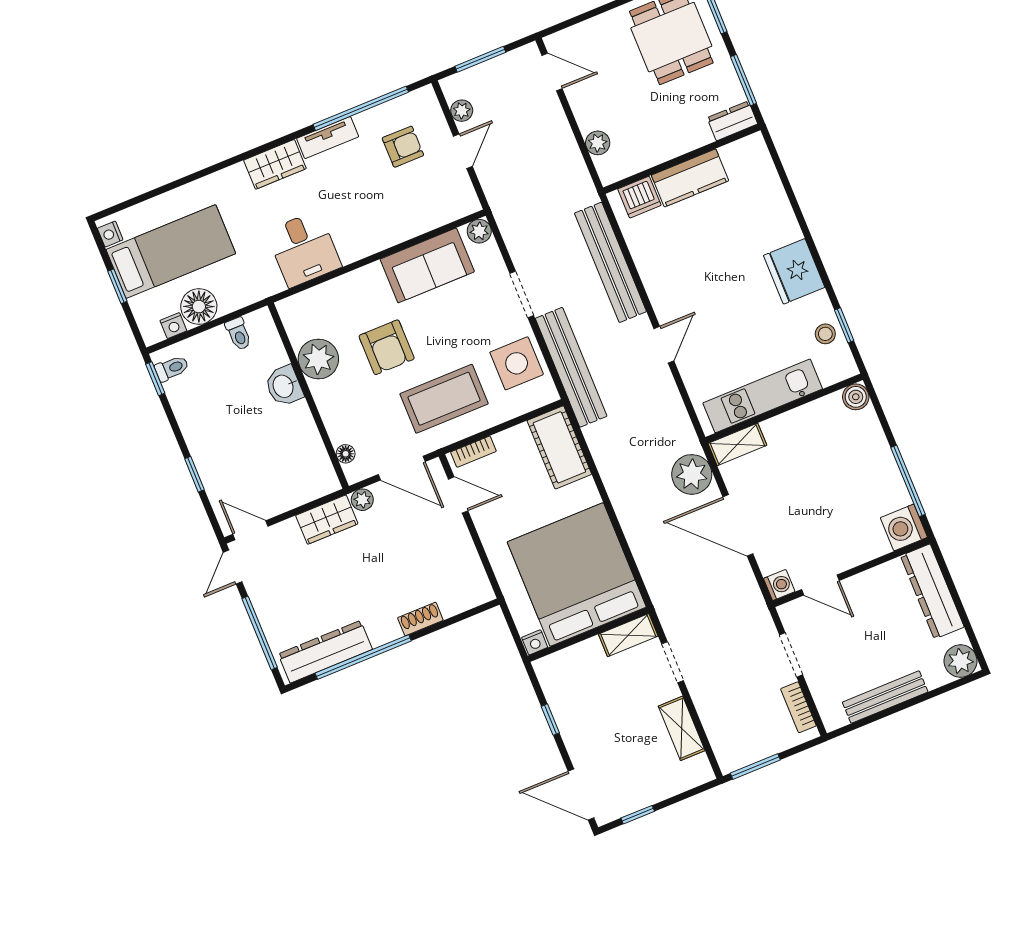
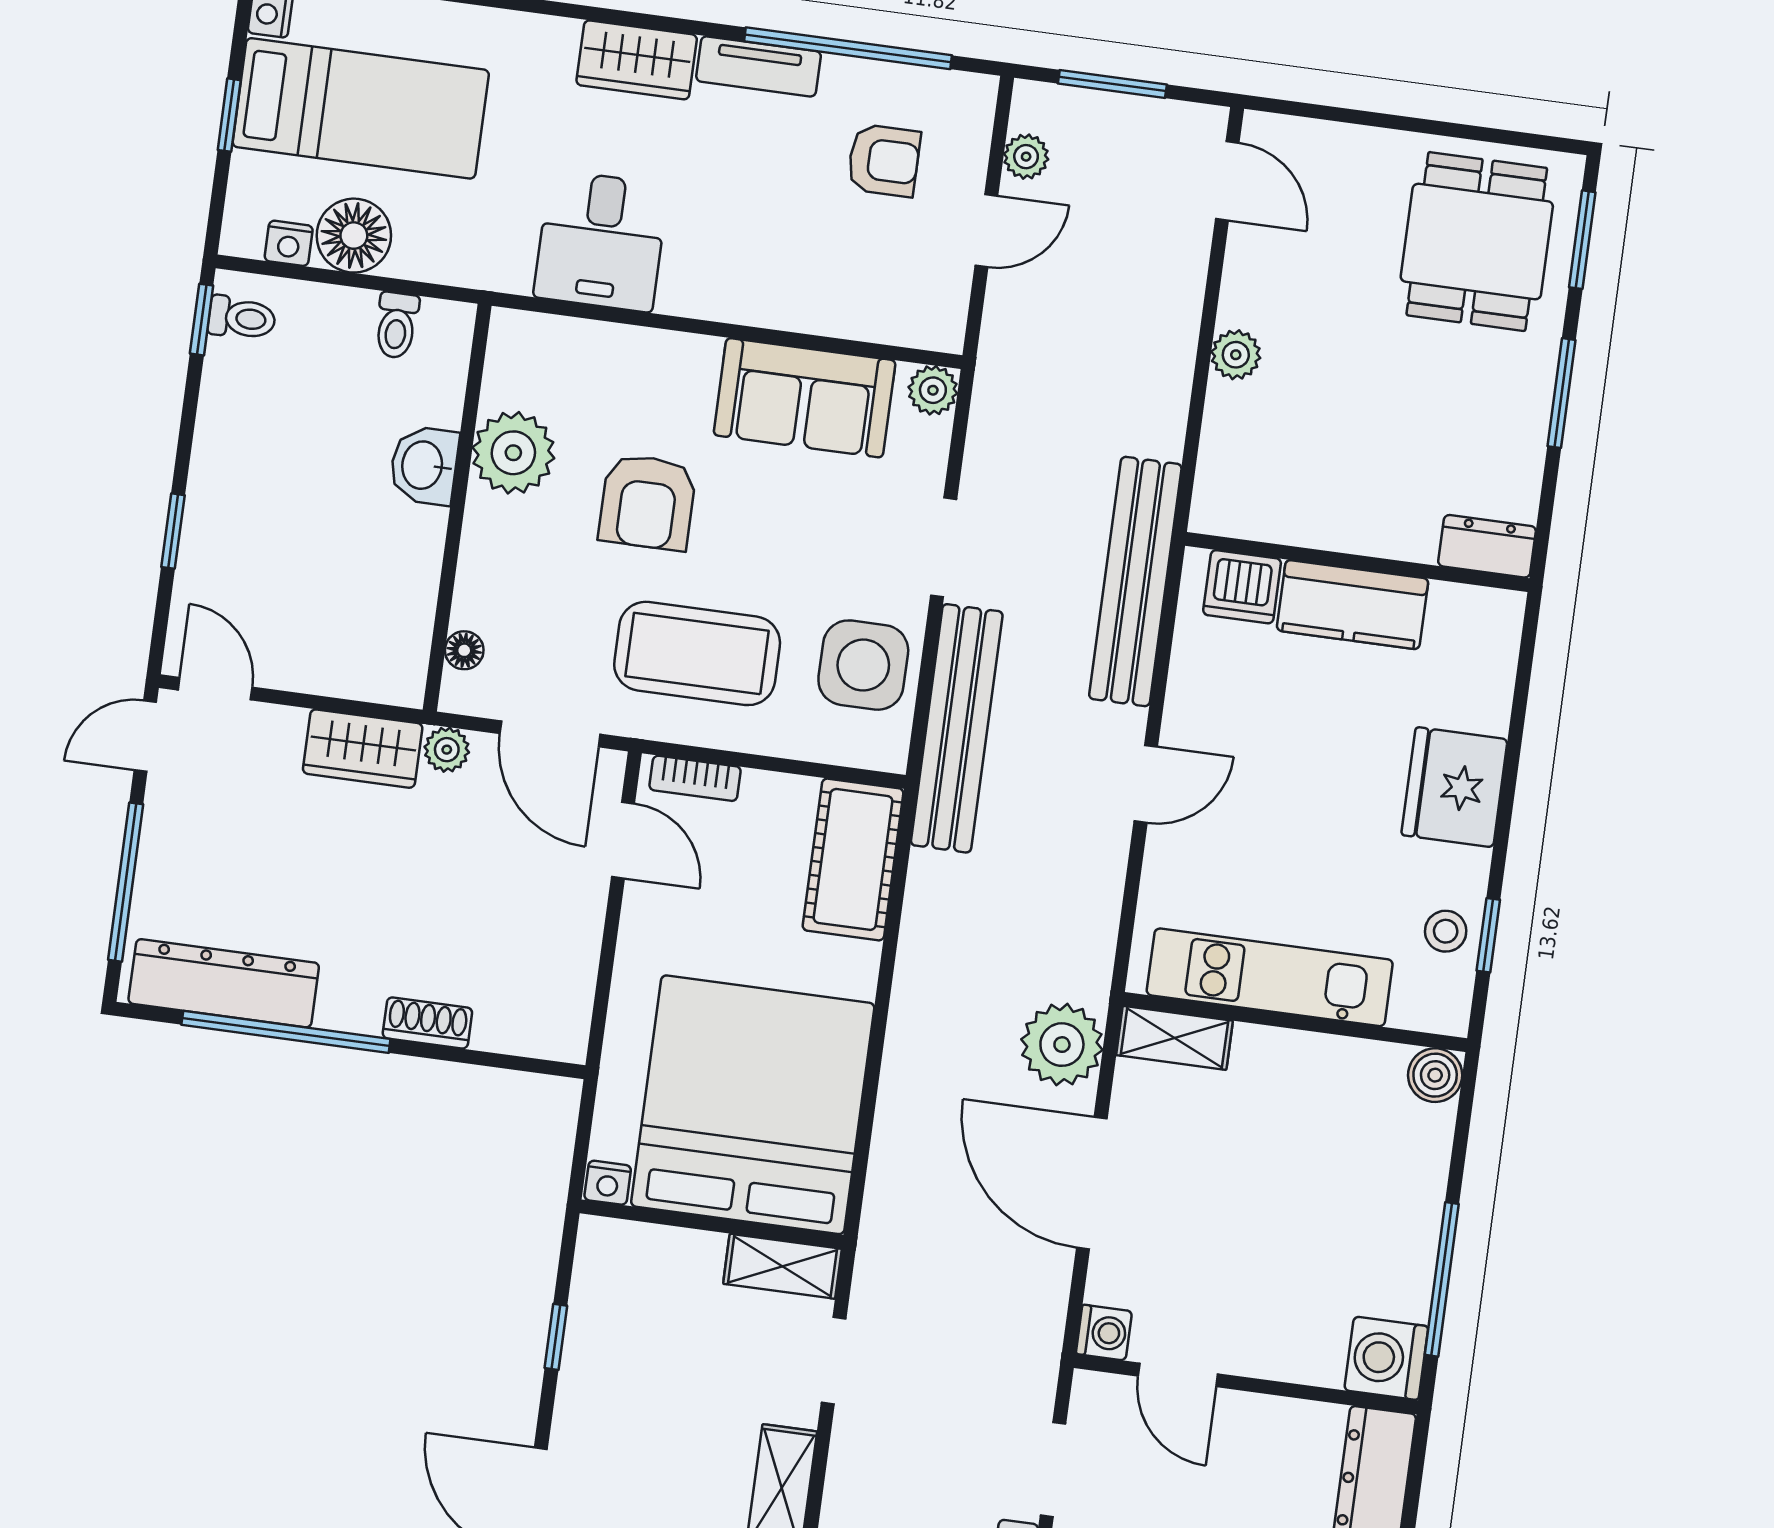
dresser: (732, 121) -> (1487, 546), moved
wall: (682, 159) -> (1357, 562), moved
kitchen counter: (690, 178) -> (1352, 605), moved
dishwasher: (639, 197) -> (1242, 587), moved

